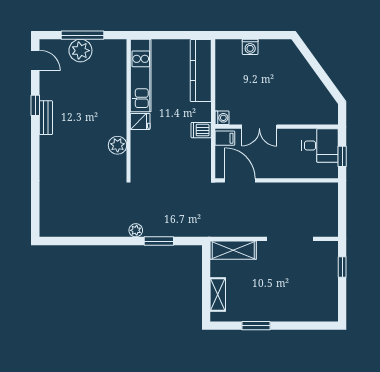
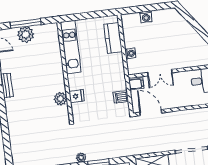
kitchen counter: (201, 71) -> (113, 38), width x0.67
washing machine: (222, 118) -> (130, 53), moved
fridge: (140, 121) -> (77, 96), moved
dishwasher: (201, 130) -> (121, 97), moved

